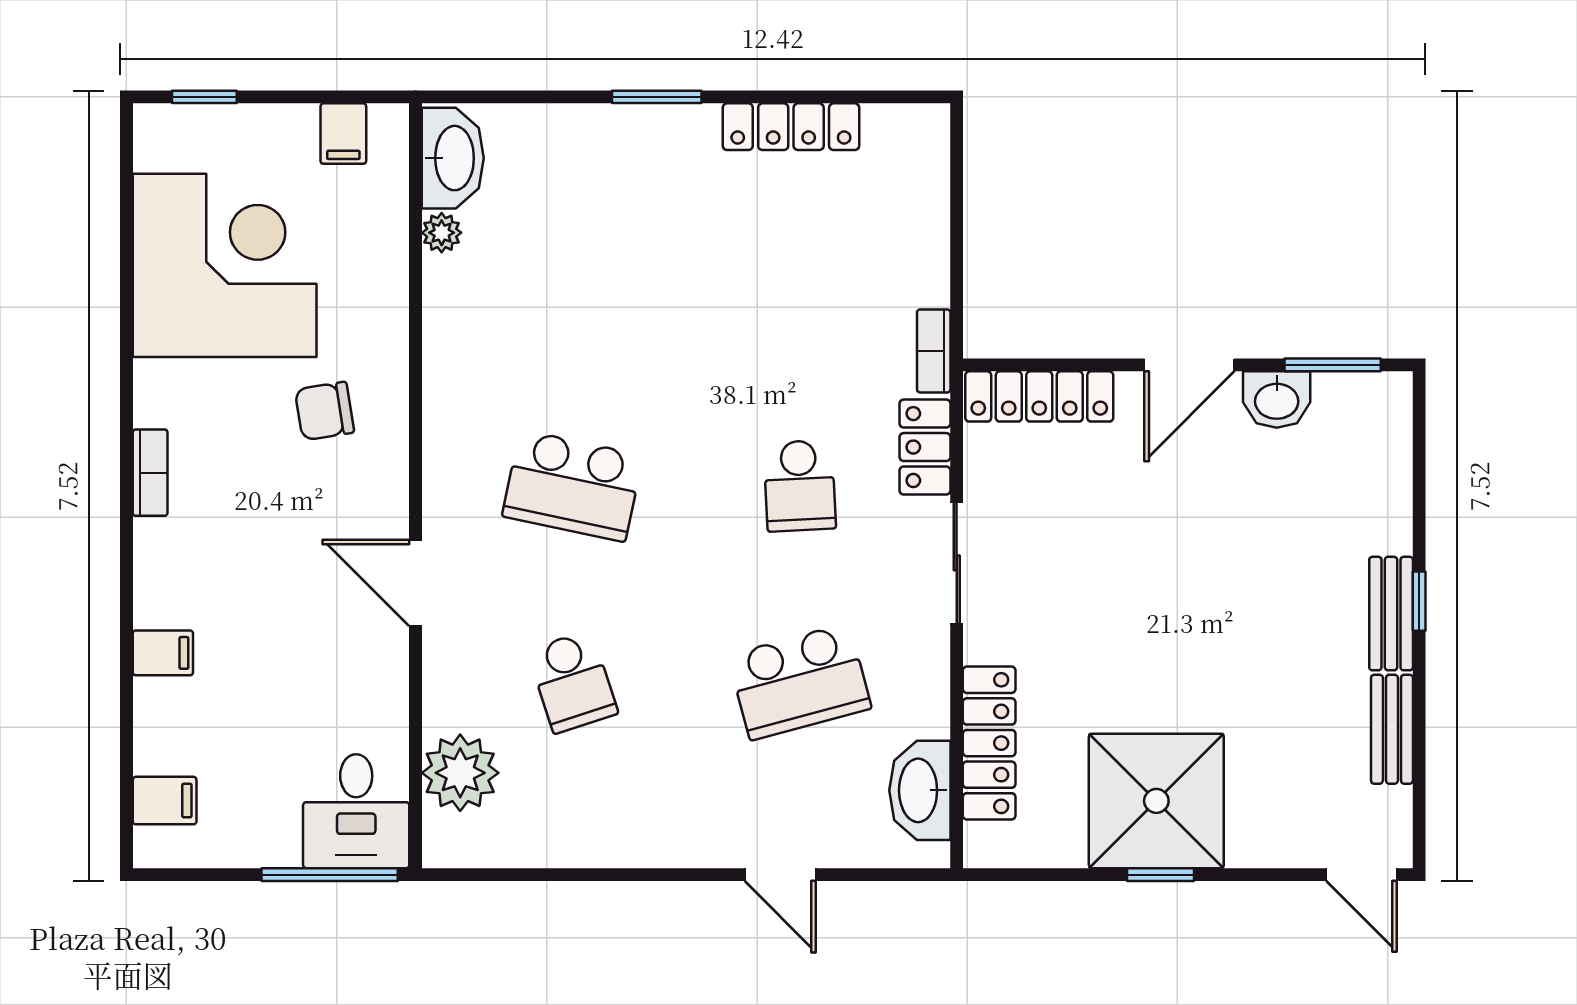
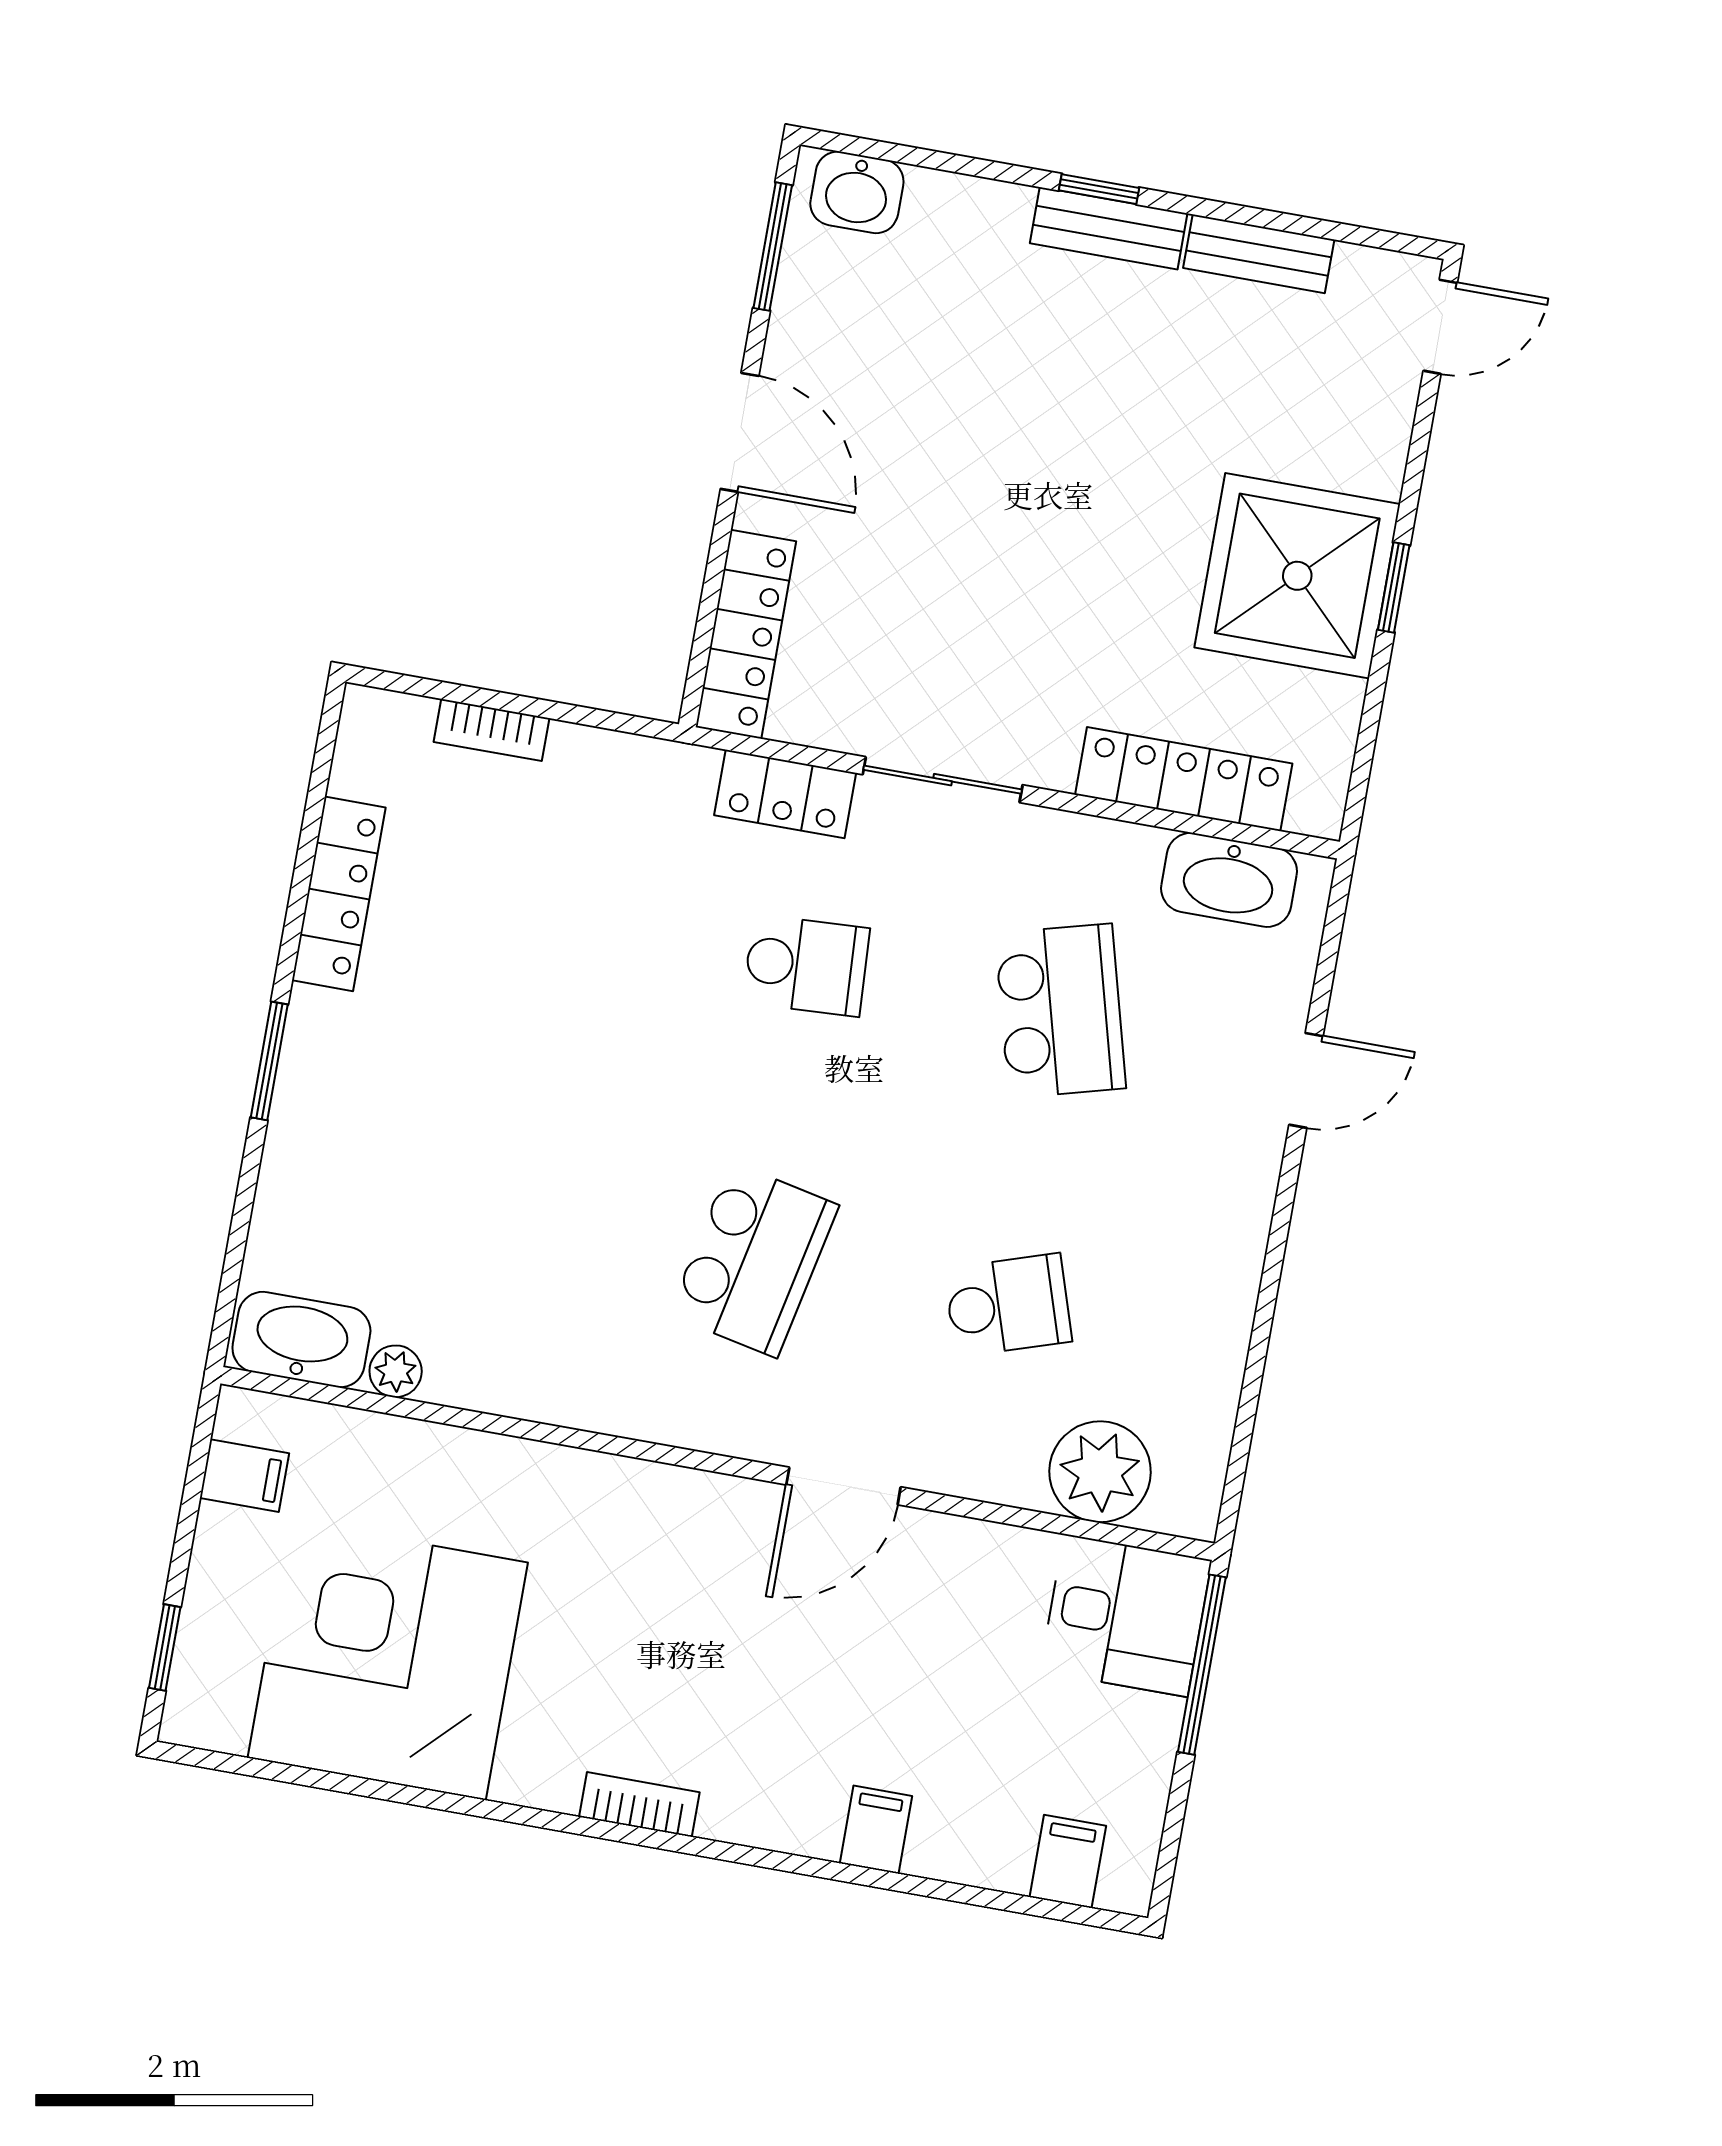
bookcase: (934, 351) -> (492, 730), moved
washbasin: (1277, 400) -> (857, 192), moved, turned 90
chair: (324, 411) -> (600, 1564), removed

